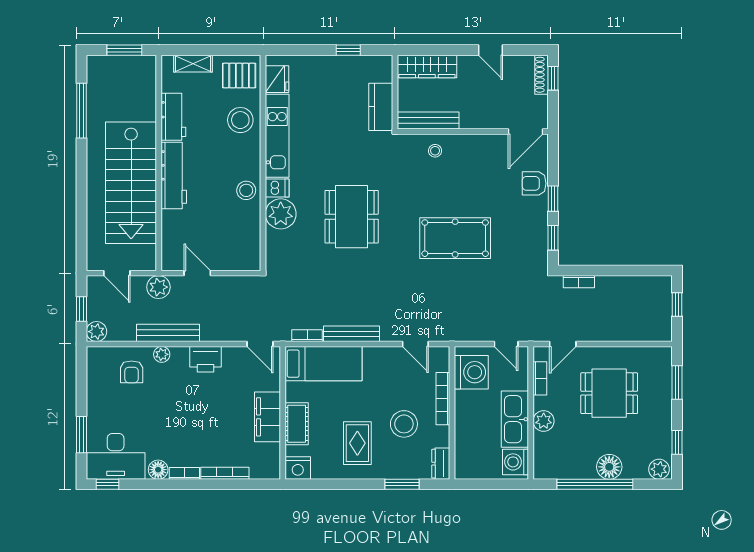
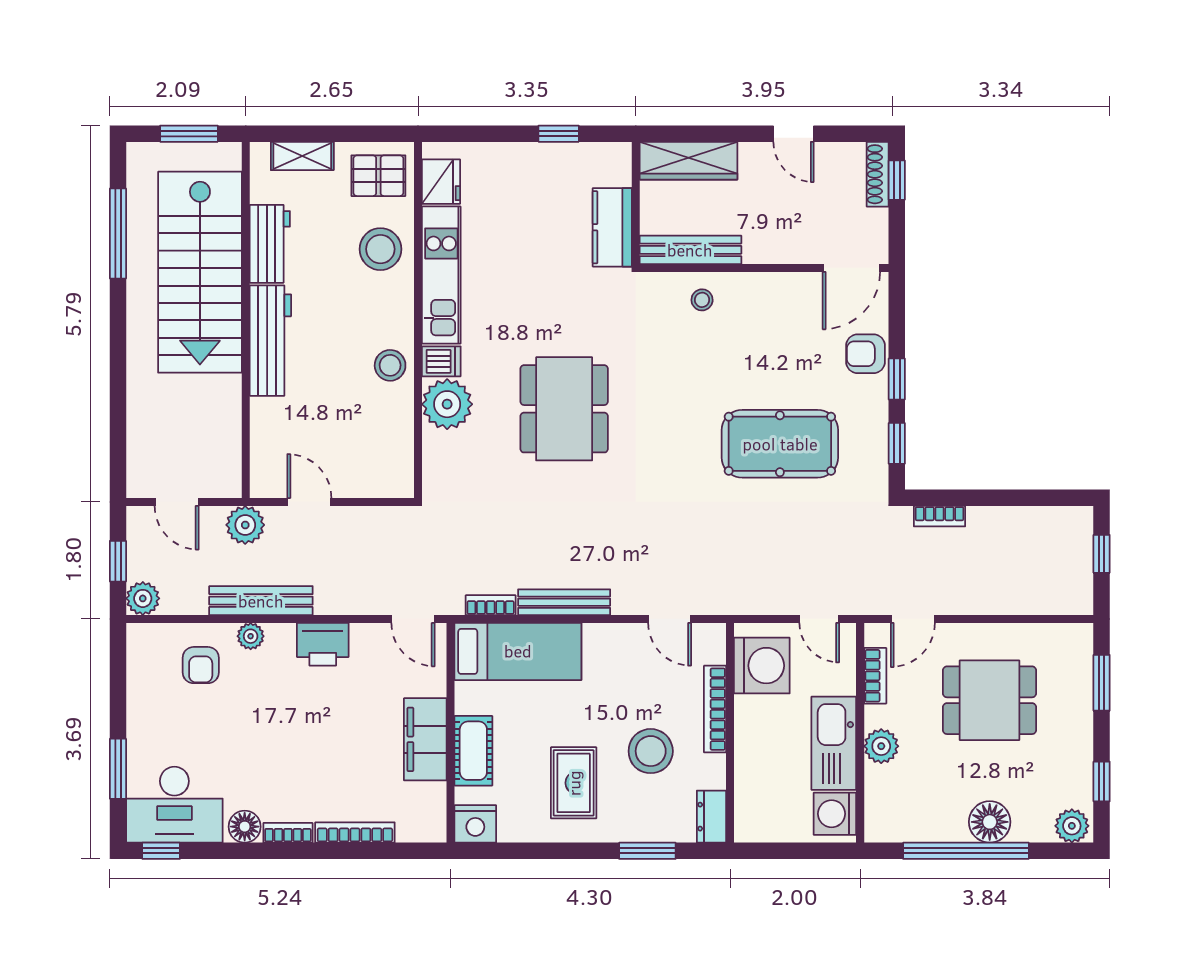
stairs: (131, 183) -> (200, 272), moved
pool table: (455, 238) -> (780, 444), moved

